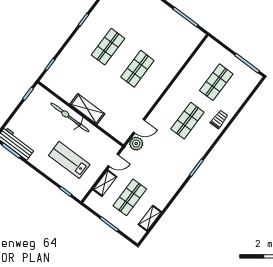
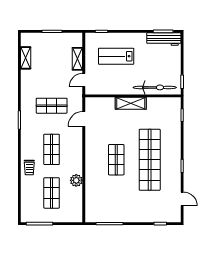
shop shelf: (108, 47) -> (150, 160), width x2.00, depth x1.36
bicycle: (70, 117) -> (155, 87), moved
plant: (136, 144) -> (76, 180), moved
lab bench: (69, 160) -> (116, 56), turned 180
shop shelf: (130, 197) -> (52, 106), moved, turned 90

